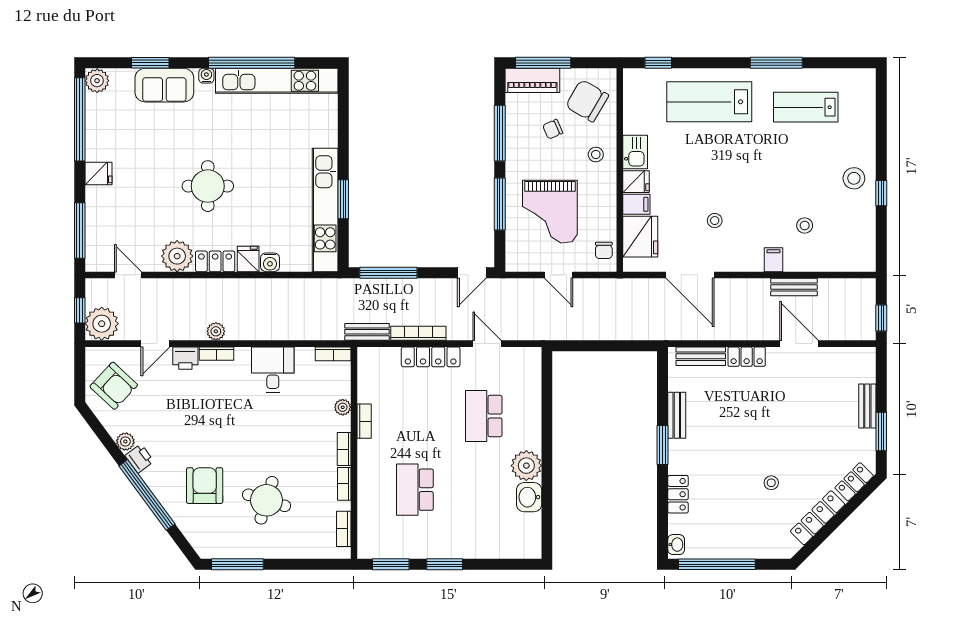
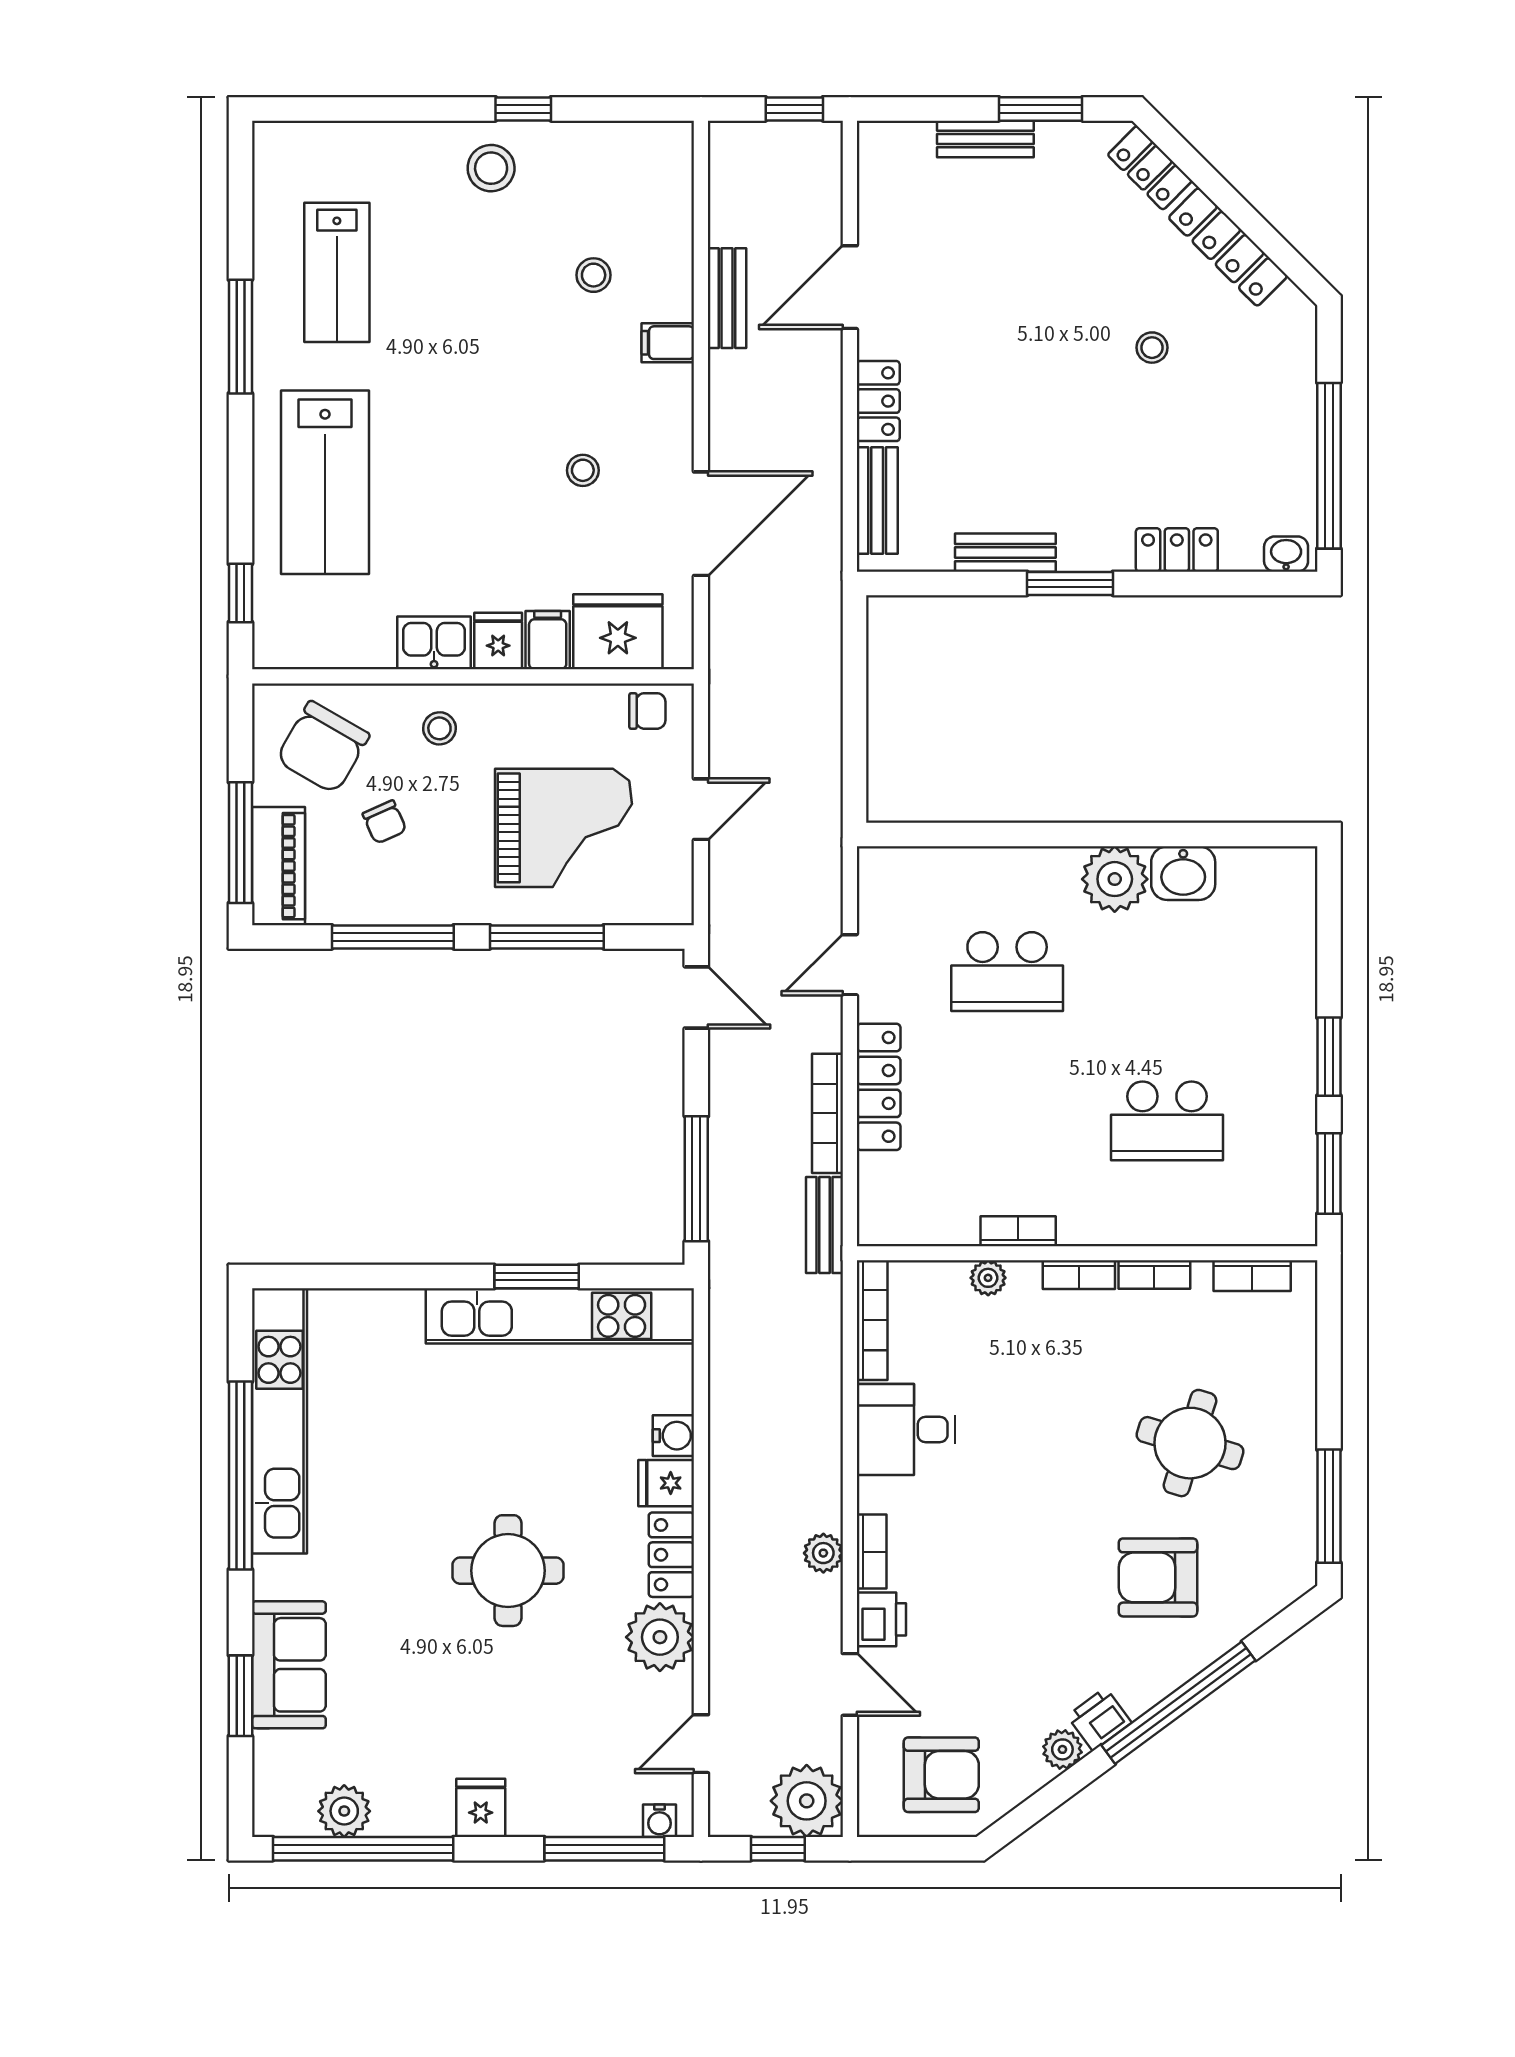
water cooler: (206, 76) -> (660, 1821), moved, turned -90
plant: (97, 81) -> (344, 1811), moved
bookcase: (333, 354) -> (872, 1320), width x1.56
armchair: (114, 386) -> (941, 1775), turned 47

